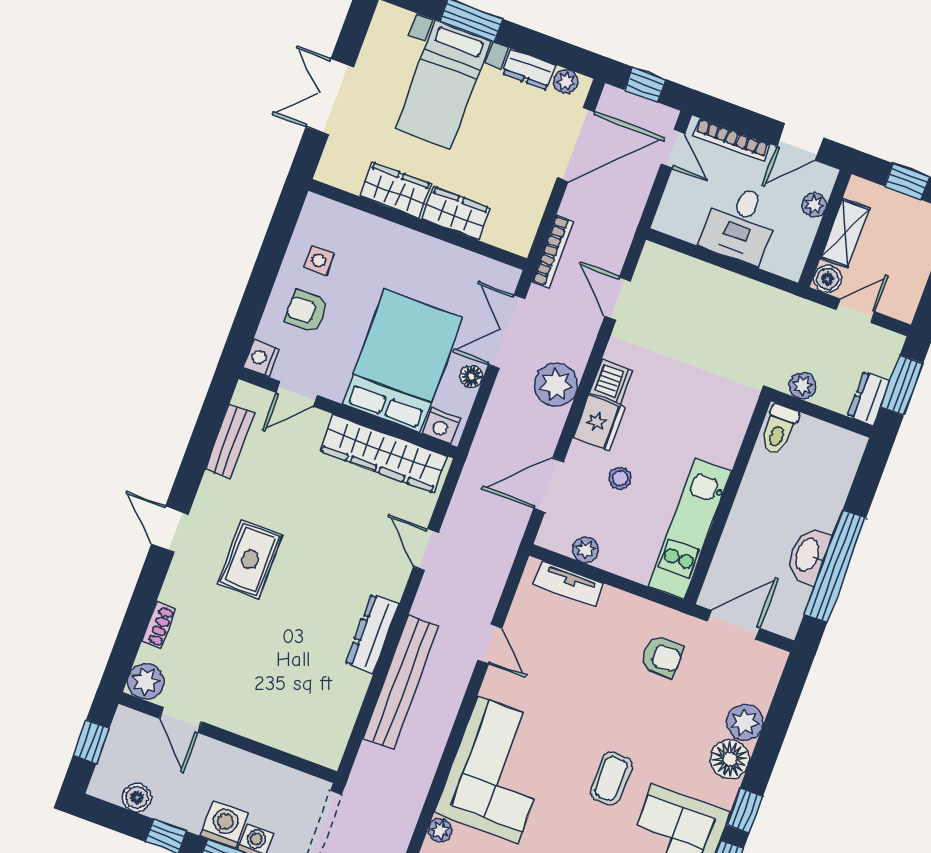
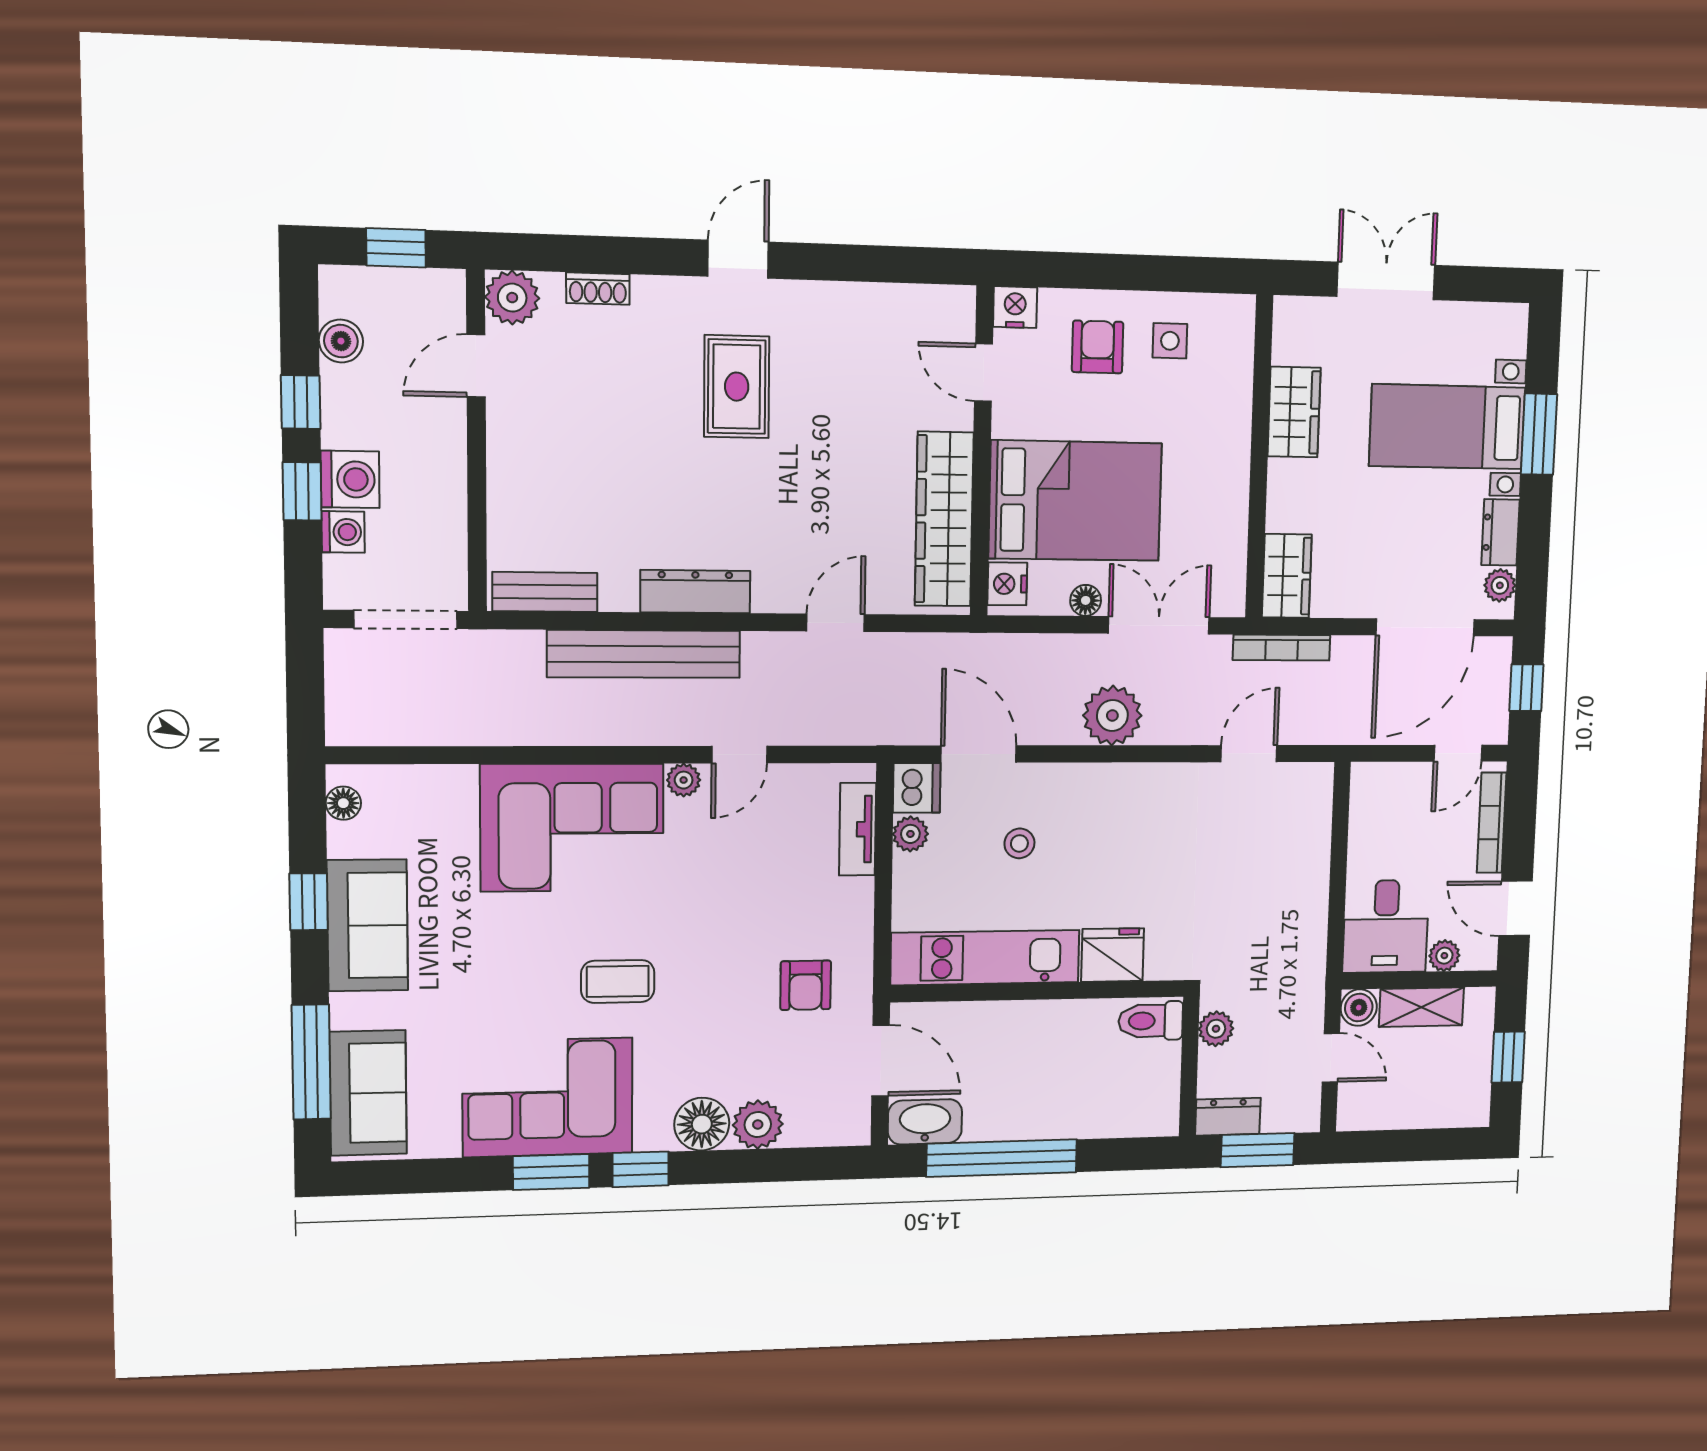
door: (576, 145) -> (1425, 627), hinge flipped
wardrobe: (456, 213) -> (1287, 576), moved
desk: (740, 224) -> (1386, 926), moved, turned -90
dishwasher: (611, 381) -> (917, 788), moved, turned -90
fridge: (599, 423) -> (1113, 955), moved, turned 180
bench: (230, 441) -> (545, 592), moved
washbasin: (808, 555) -> (925, 1122), moved
rug: (250, 559) -> (737, 387), turned 90
plant: (440, 830) -> (684, 780), moved

